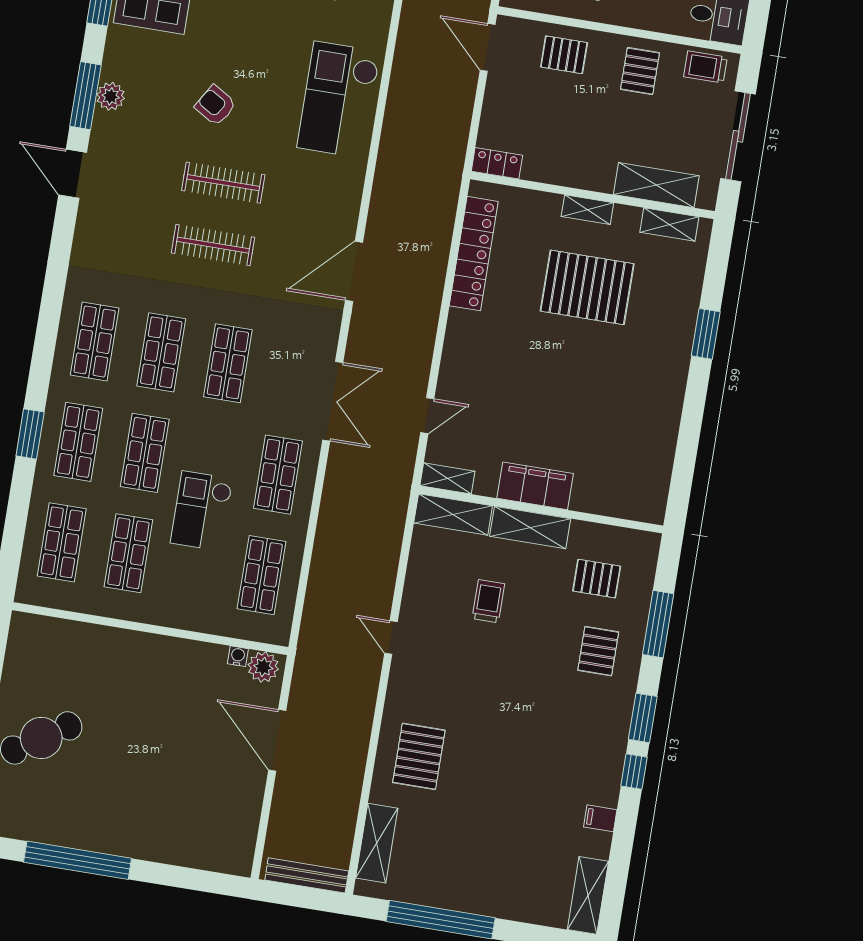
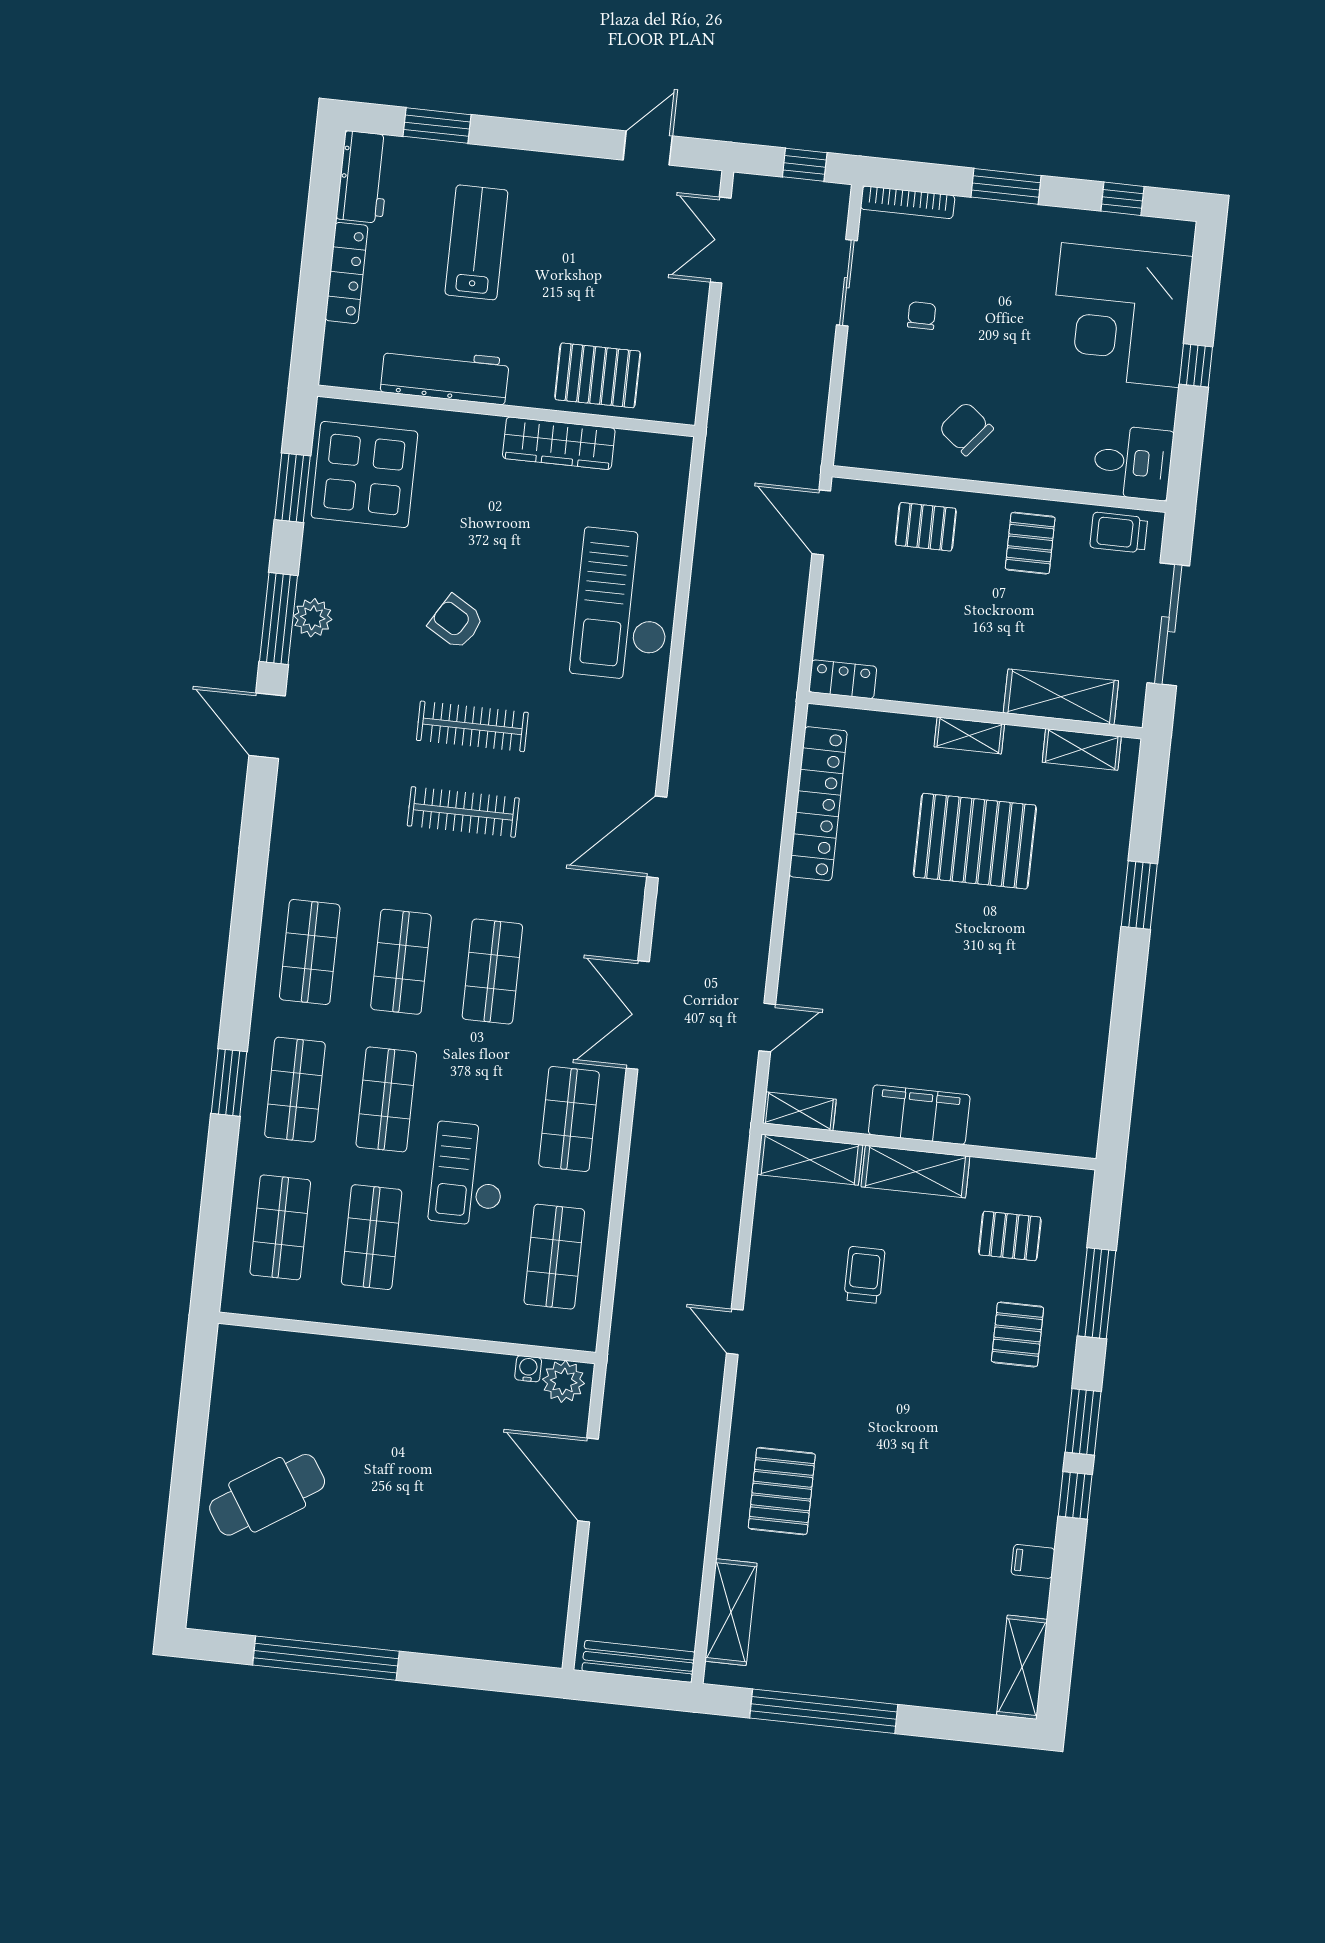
double door: (333, 401) -> (638, 1015), swing flipped

